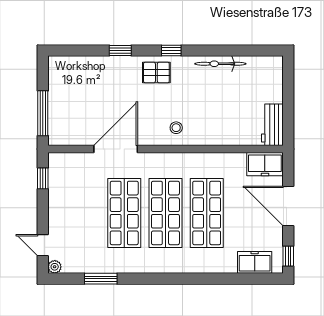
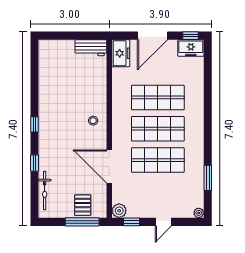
bicycle: (220, 64) -> (45, 191), moved
pallet: (156, 72) -> (83, 205), moved
plant: (57, 162) -> (119, 211), added
door: (43, 245) -> (163, 222), moved
freezer: (255, 262) -> (191, 48), moved, turned -90

